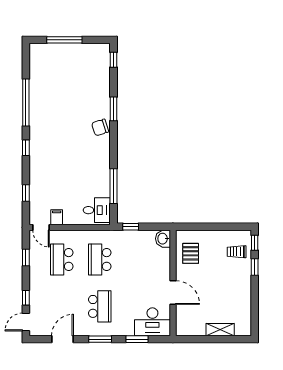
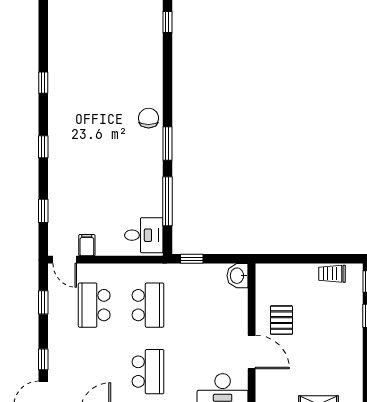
window: (26, 102) -> (43, 83), width x0.32
window: (113, 109) -> (167, 143), moved
chair: (100, 127) -> (149, 118), turned 108
trolley: (237, 252) -> (332, 274), moved
pallet: (191, 253) -> (281, 320), moved
school desk: (100, 259) -> (148, 305), turned 180

